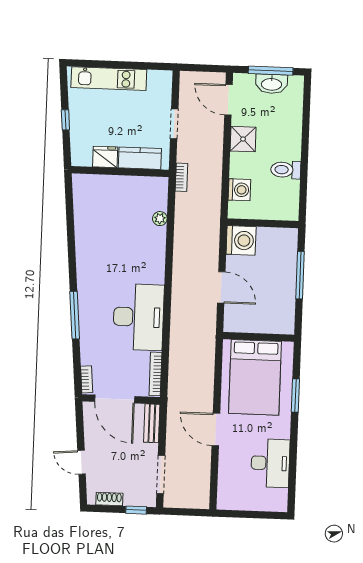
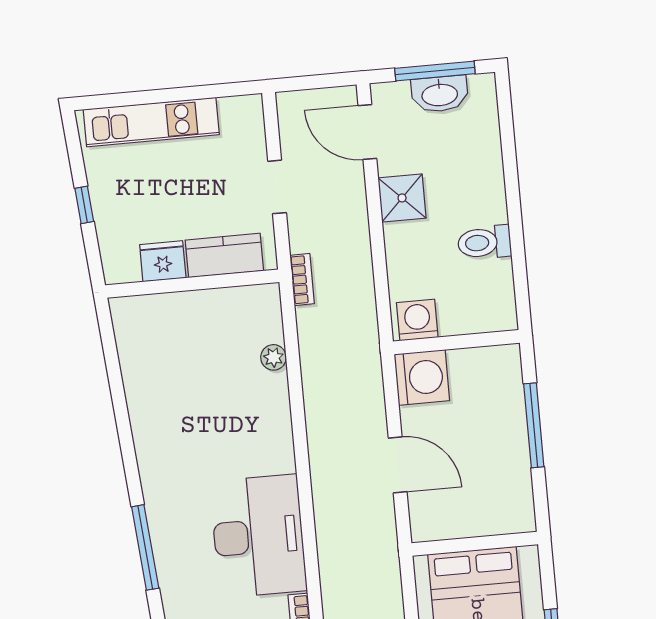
washing machine: (239, 190) -> (417, 320), moved, turned -90

